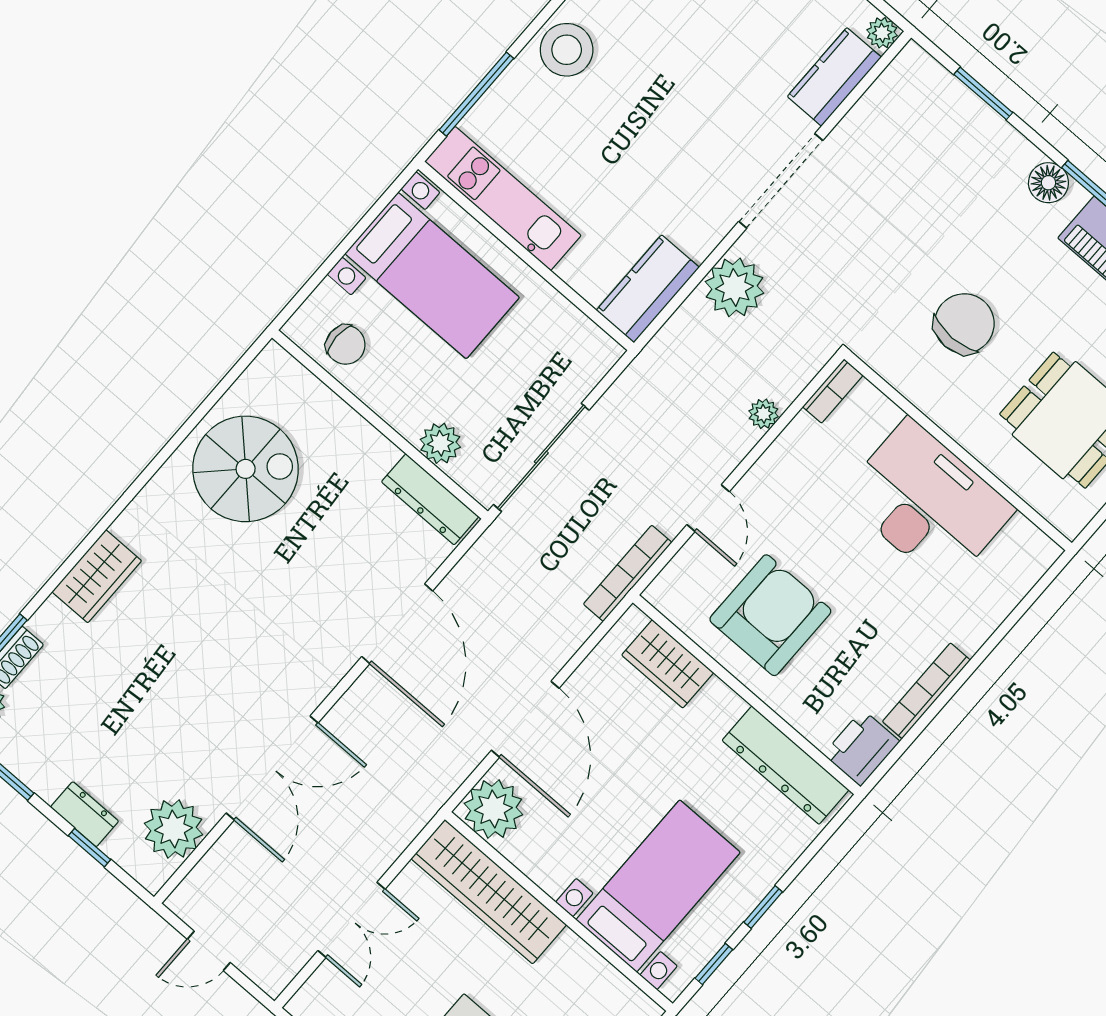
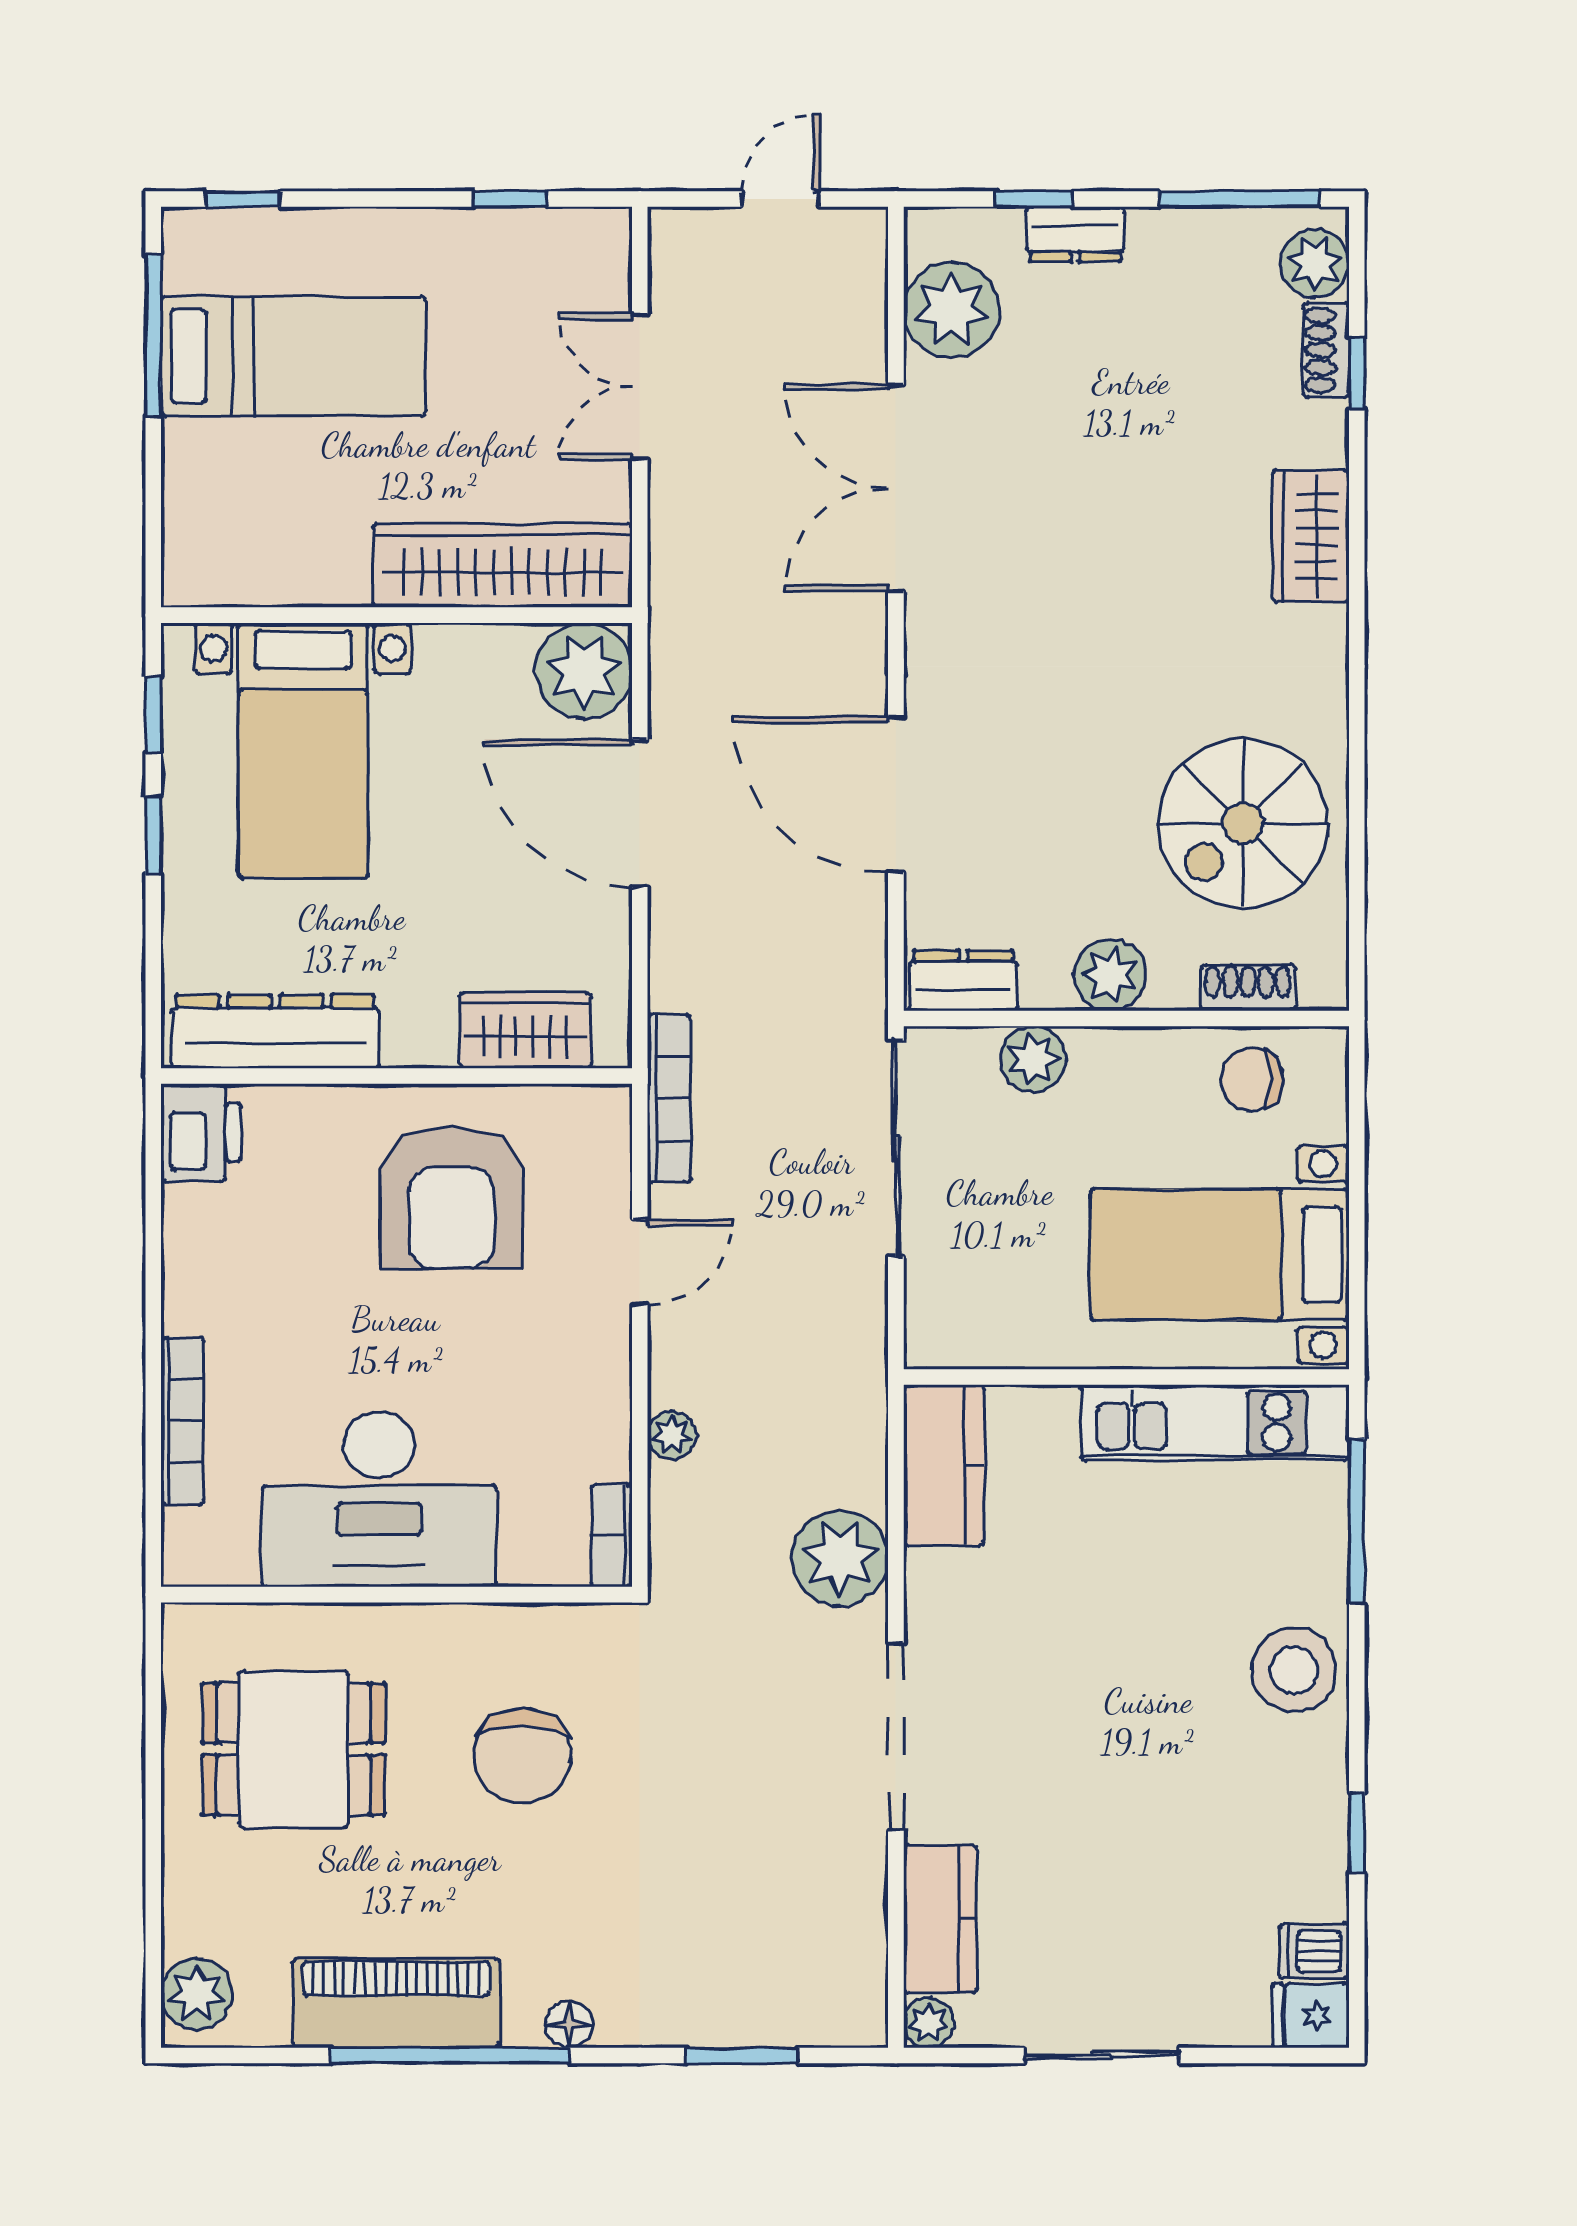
floor lamp: (1048, 183) -> (569, 2024), width x0.73, depth x0.73
shoe rack: (310, 389) -> (1248, 988), added
plant: (370, 452) -> (1110, 975), added
dresser: (430, 499) -> (963, 980), width x0.70
door: (708, 508) -> (640, 1262), swing flipped
bookcase: (926, 691) -> (182, 1421), moved

